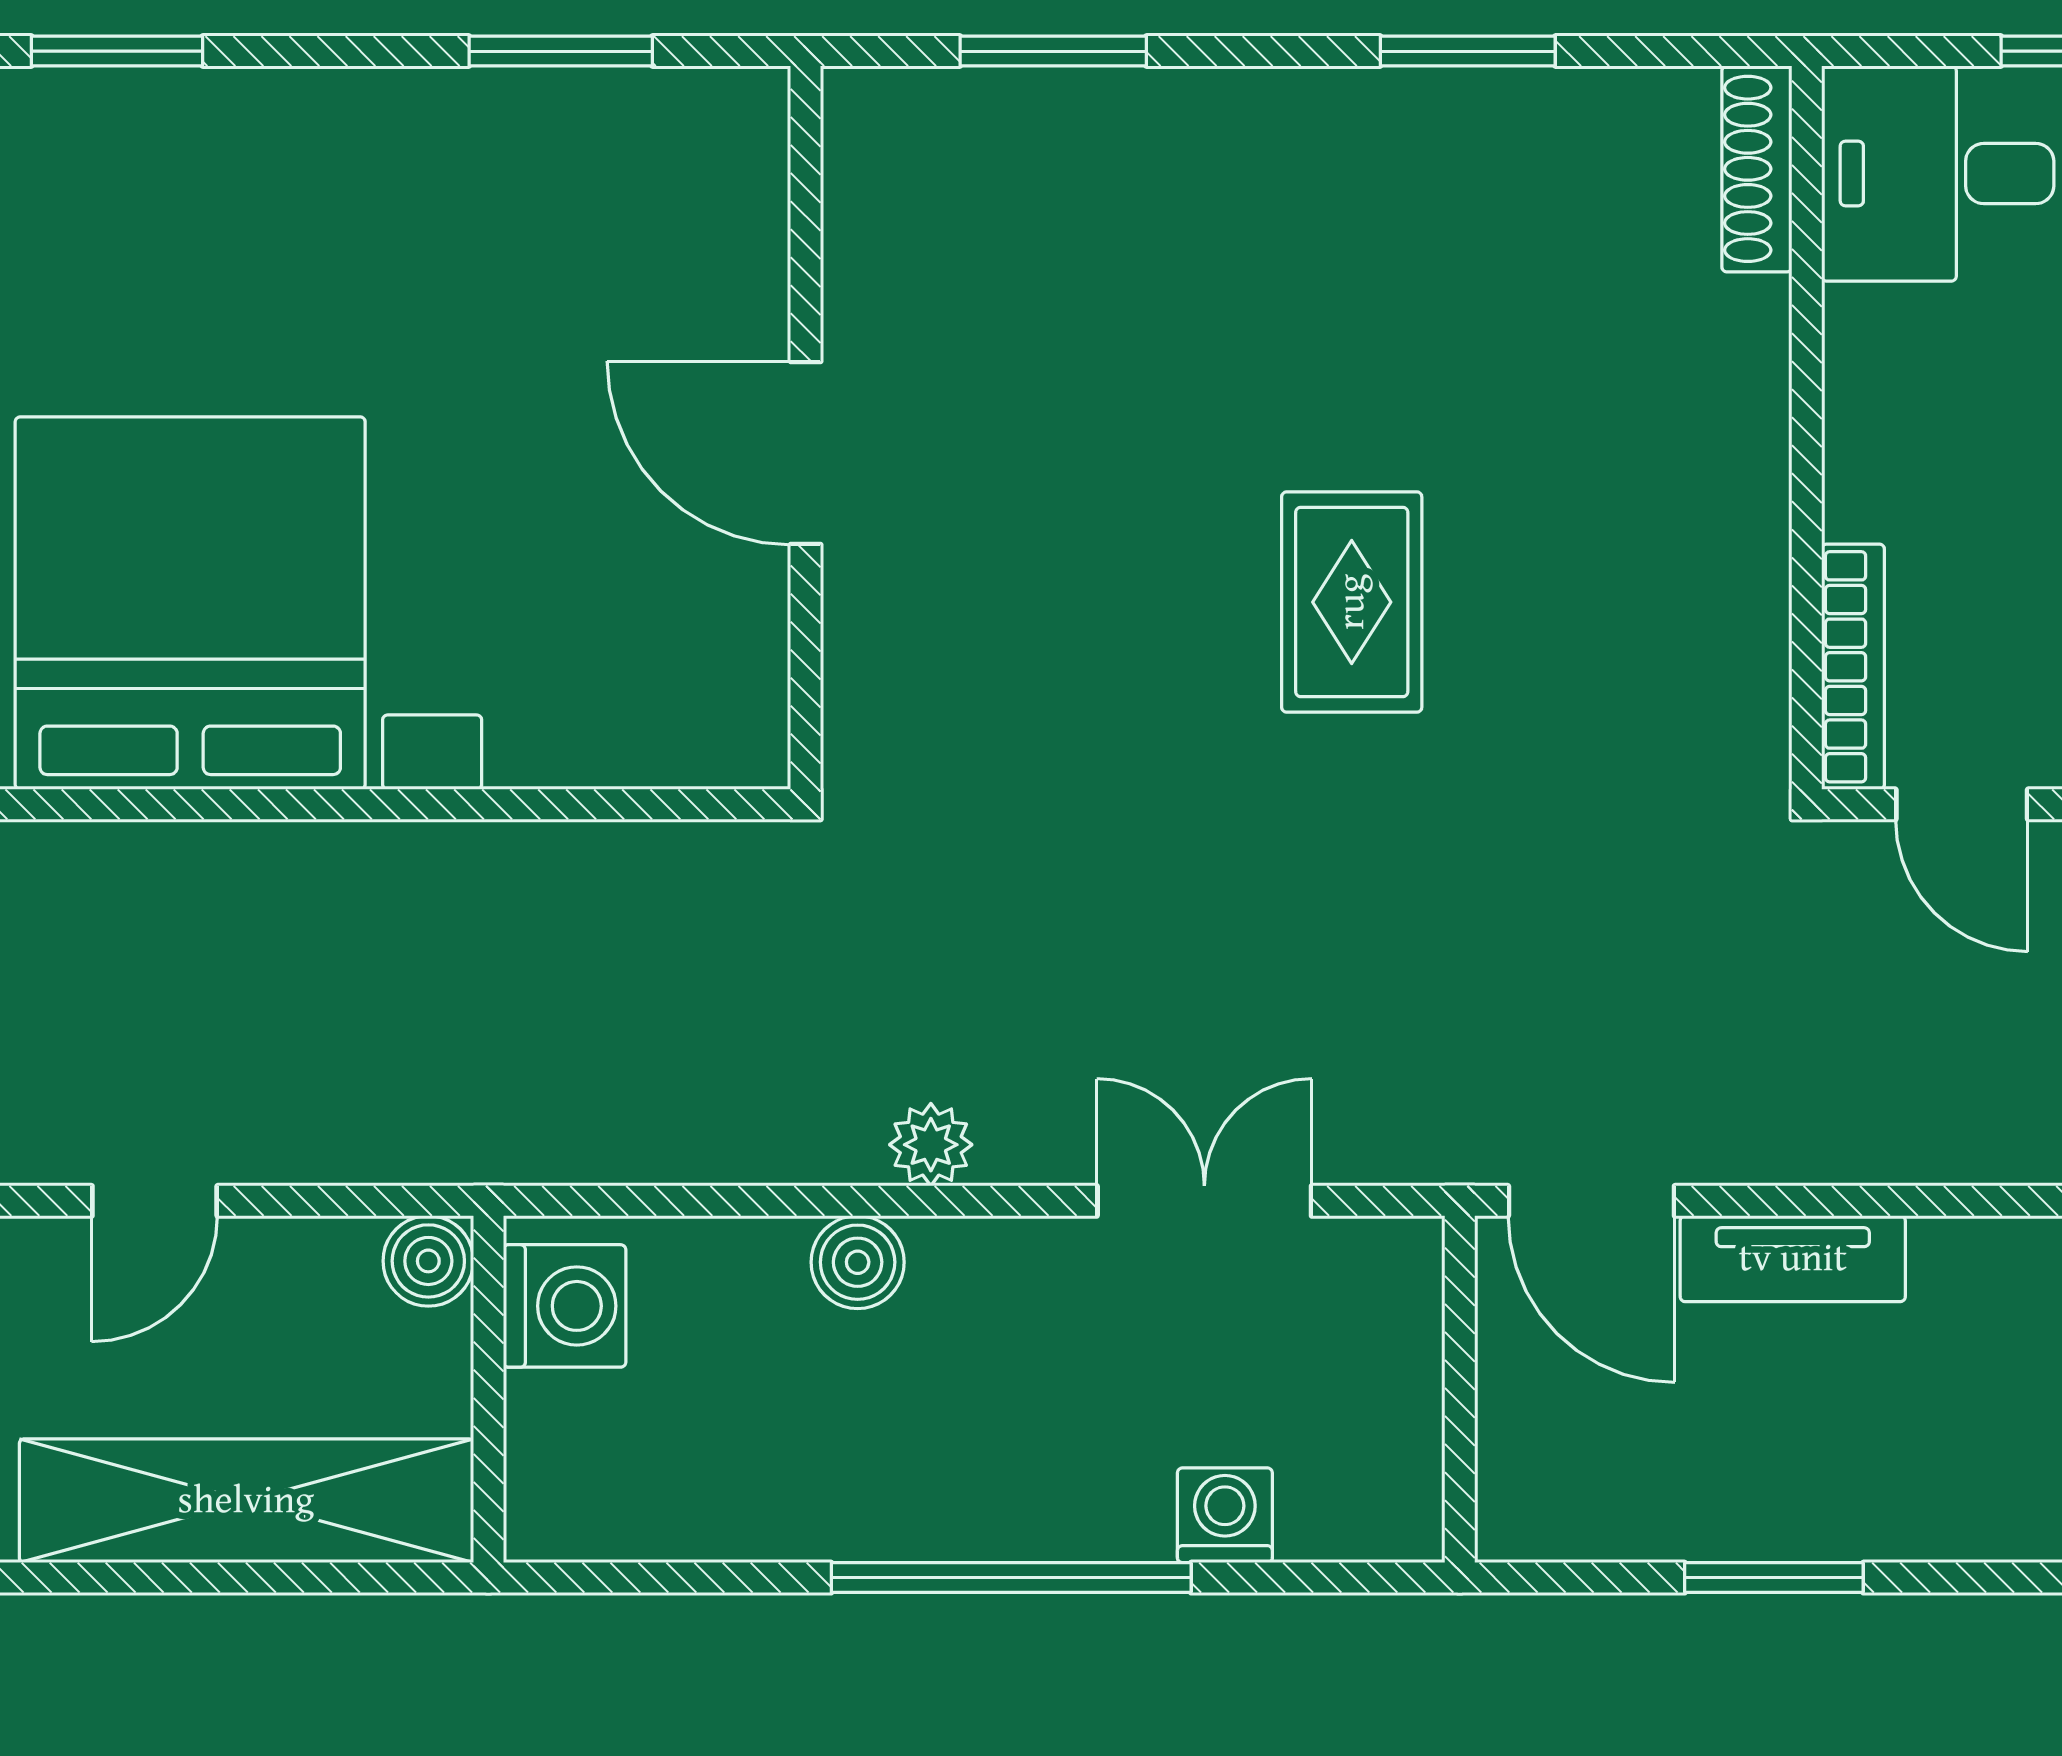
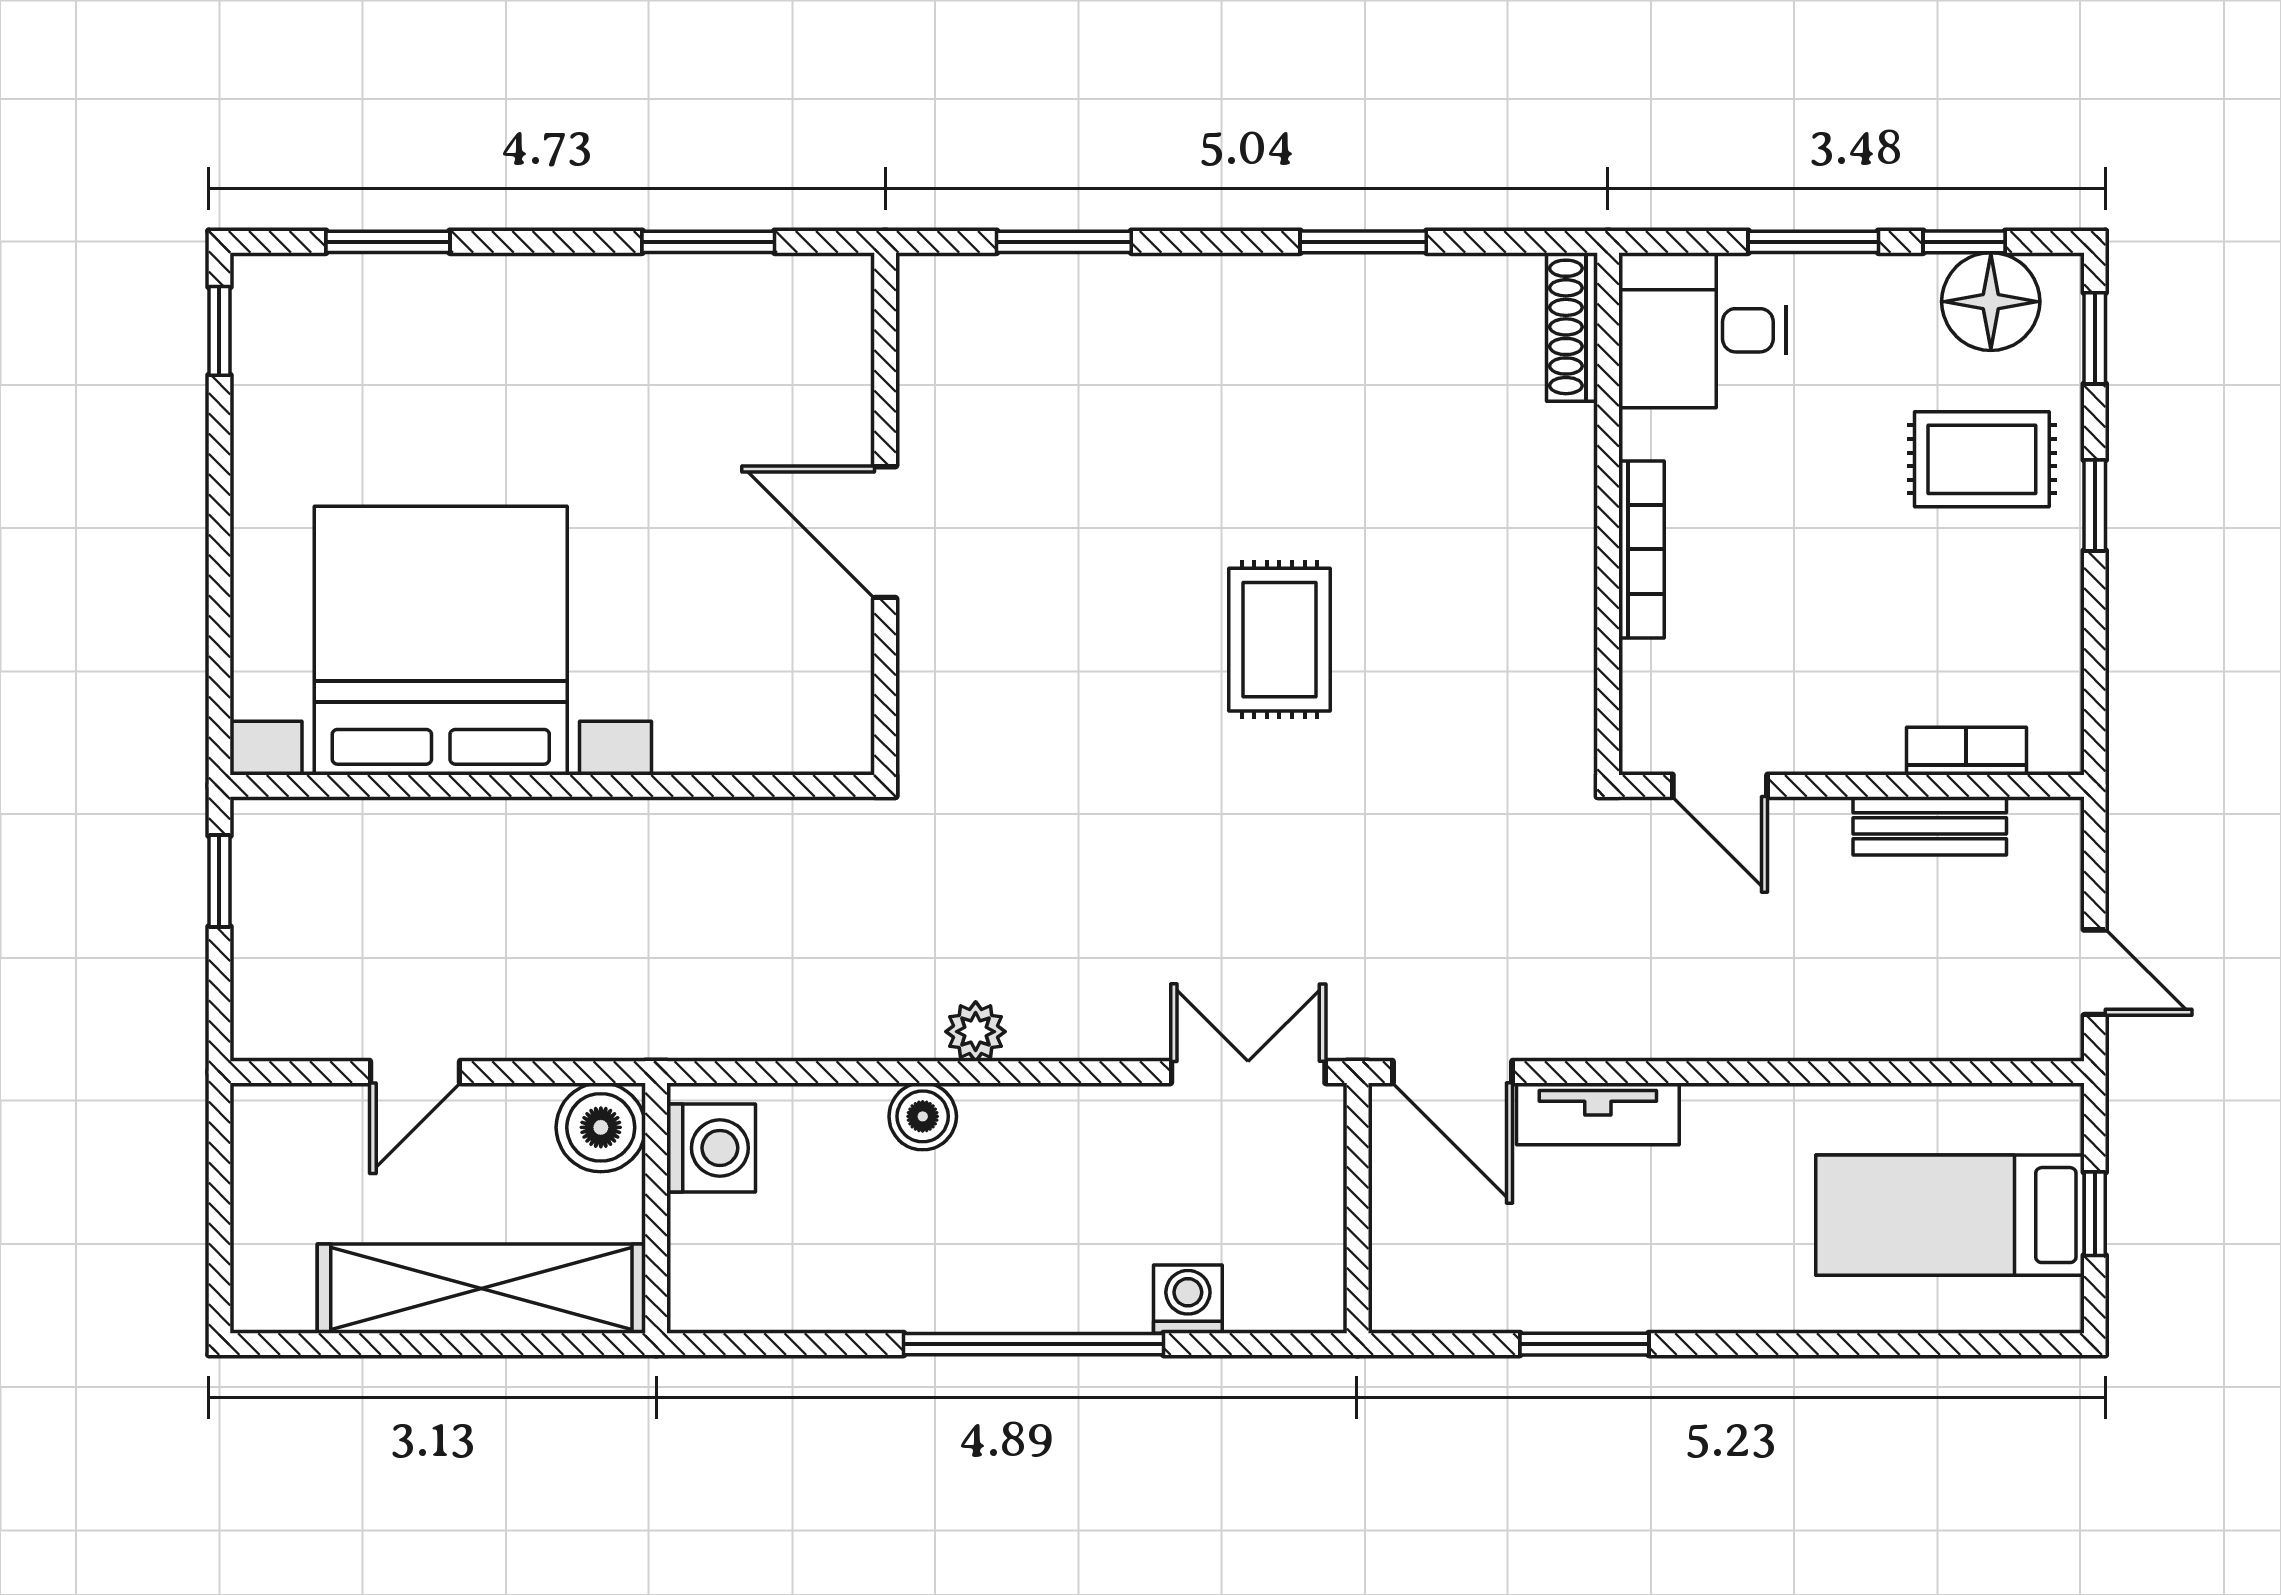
bookcase: (1853, 667) -> (1641, 549), moved
double door: (1204, 1201) -> (1248, 1072), moved
boiler: (428, 1261) -> (601, 1127), width x1.36, depth x1.36

